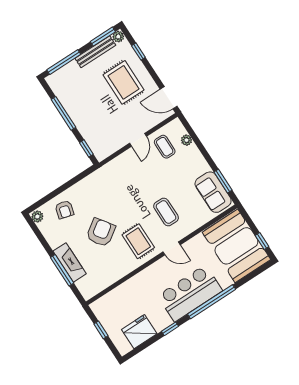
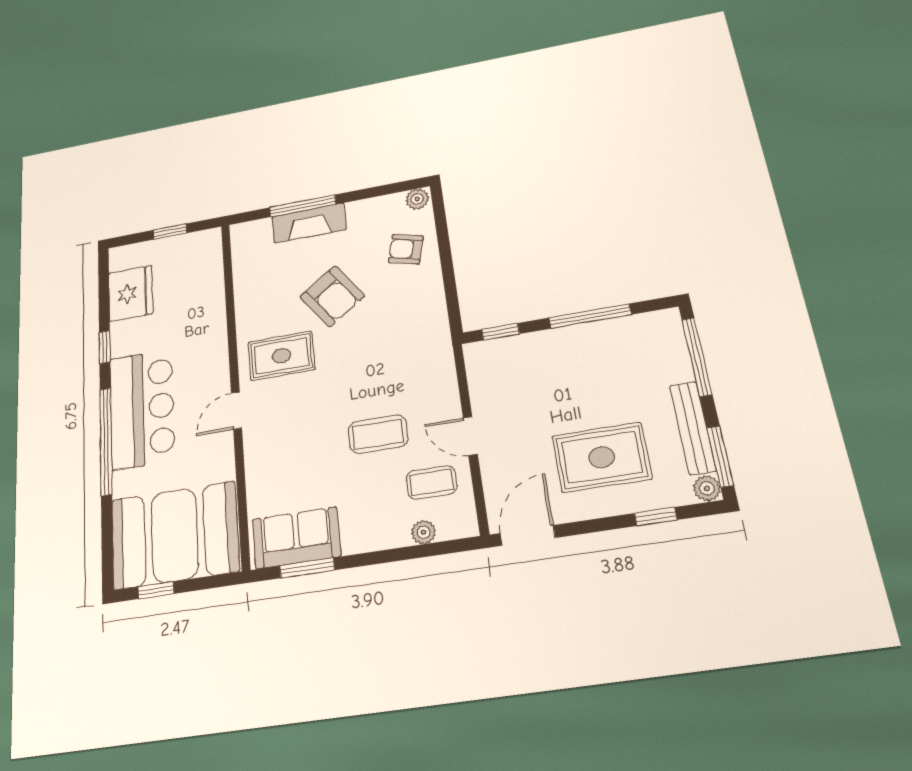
coffee table: (166, 212) -> (378, 434), moved

